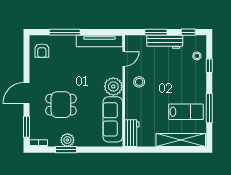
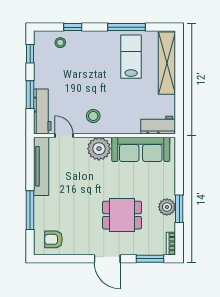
workbench: (165, 42) -> (42, 111), moved
armchair: (42, 51) -> (54, 239), turned 180
dining table: (61, 105) -> (122, 215), turned 90

